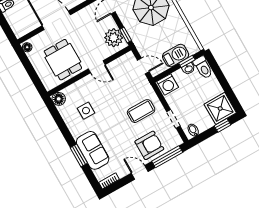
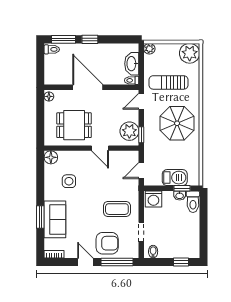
dining table: (63, 60) -> (74, 125), turned 90
door: (143, 66) -> (141, 171), swing flipped
shower: (220, 108) -> (188, 246), removed

